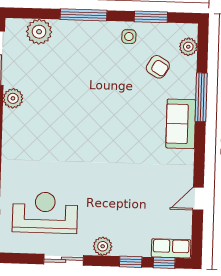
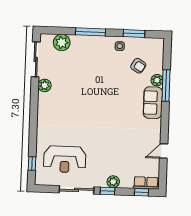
plant: (188, 47) -> (157, 80), moved
reception desk: (45, 213) -> (65, 159), turned 180
plant: (103, 246) -> (113, 182), moved
sliding door: (64, 260) -> (77, 190), width x1.37
window: (131, 262) -> (108, 191), moved

